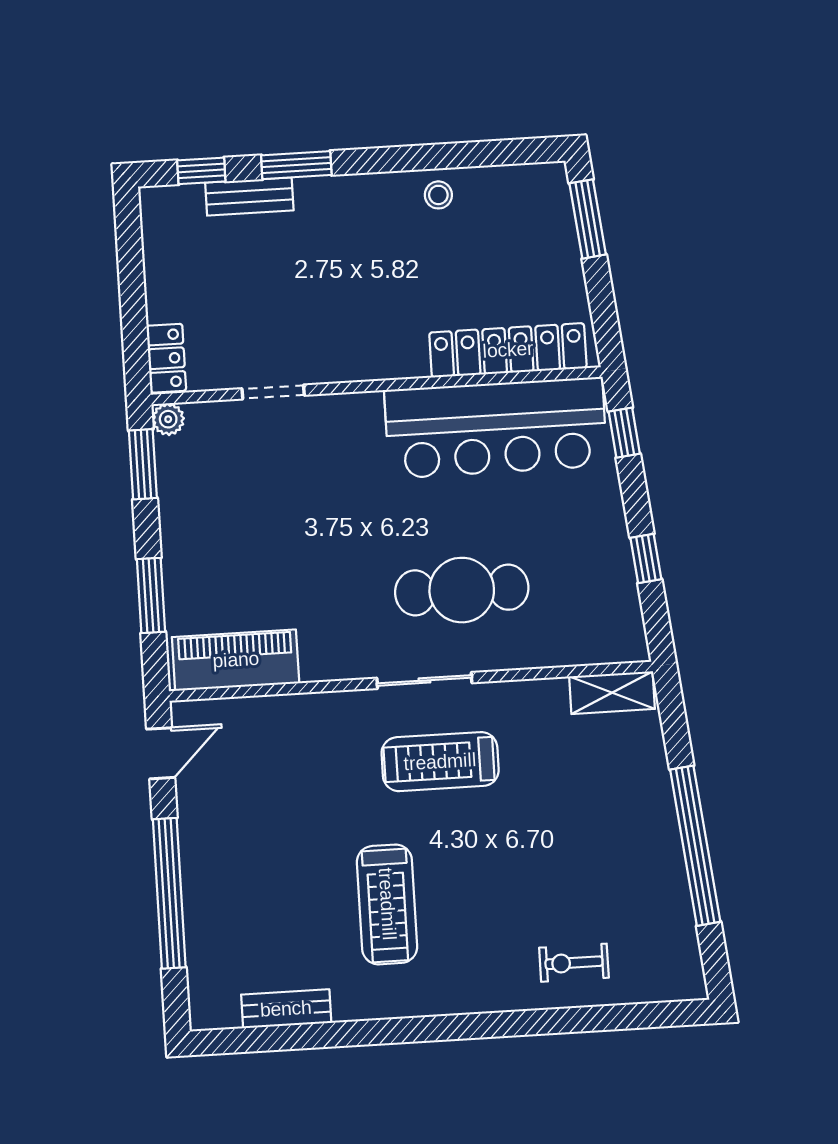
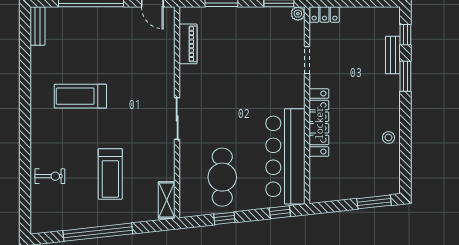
locker: (508, 350) -> (319, 123), moved
cafe table: (462, 590) -> (222, 177), moved
piano: (236, 660) -> (188, 44), width x0.73, depth x0.75
treadmill: (440, 762) -> (110, 174), moved, turned 180
exercise bike: (574, 963) -> (50, 176), turned 90
bench: (286, 1009) -> (38, 26), moved

